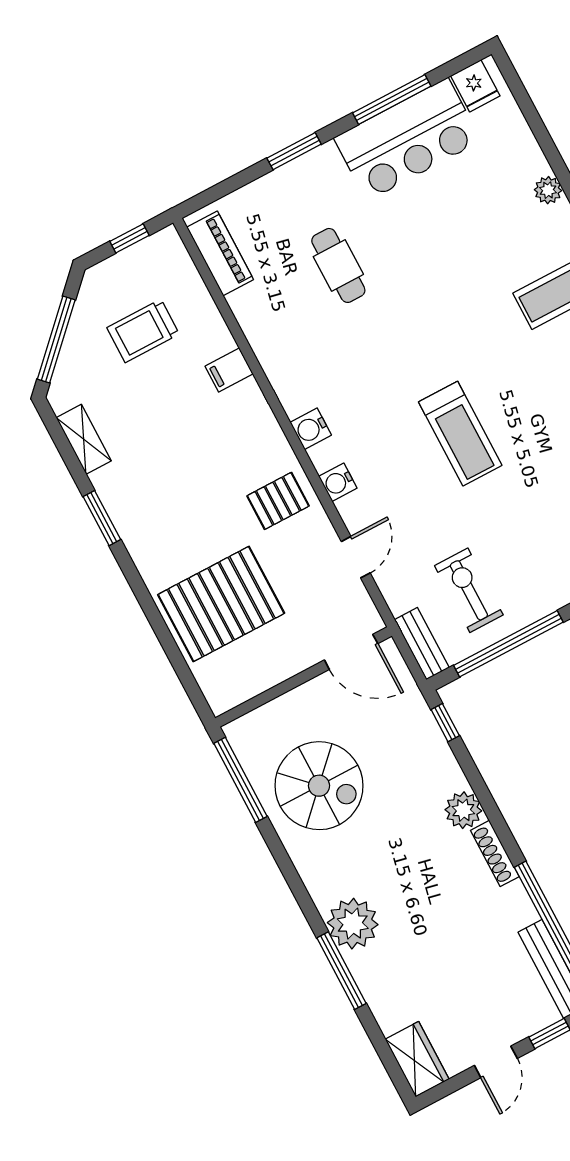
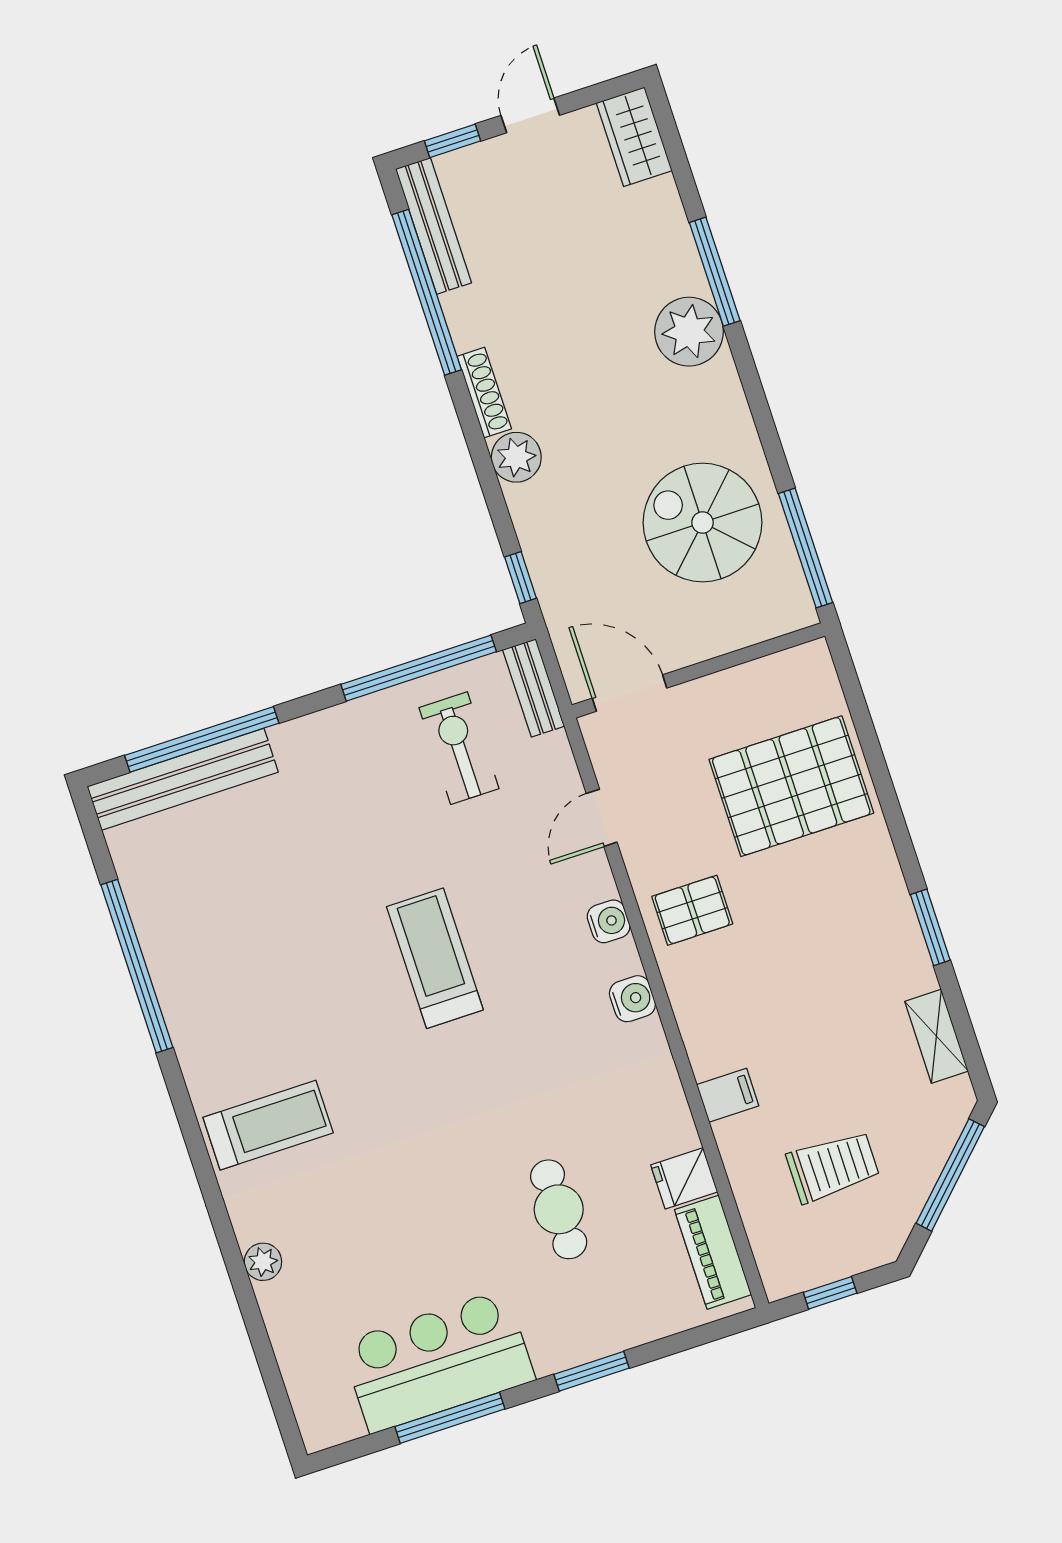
fridge: (475, 86) -> (684, 1178), moved, turned -90
exercise bike: (469, 590) -> (459, 748), turned 180

